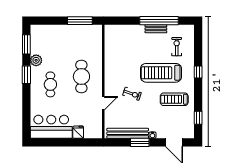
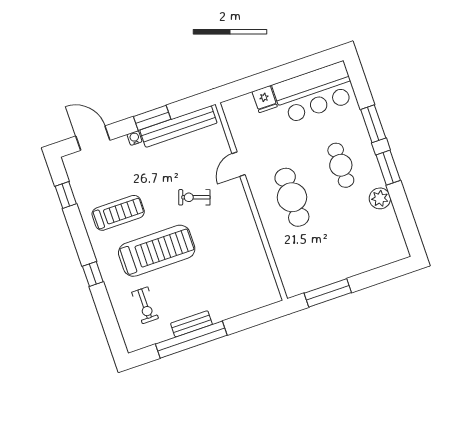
window: (26, 44) -> (373, 124), moved

